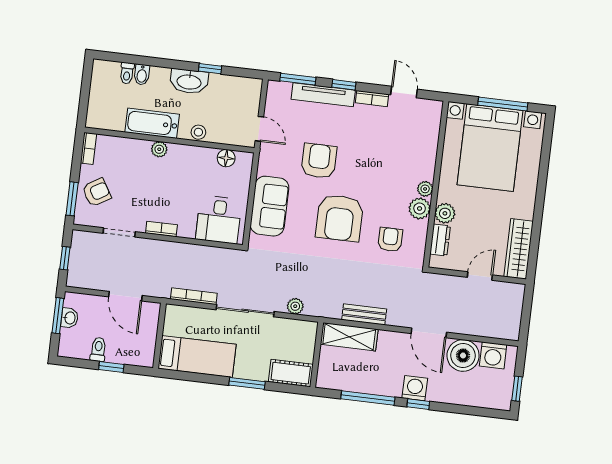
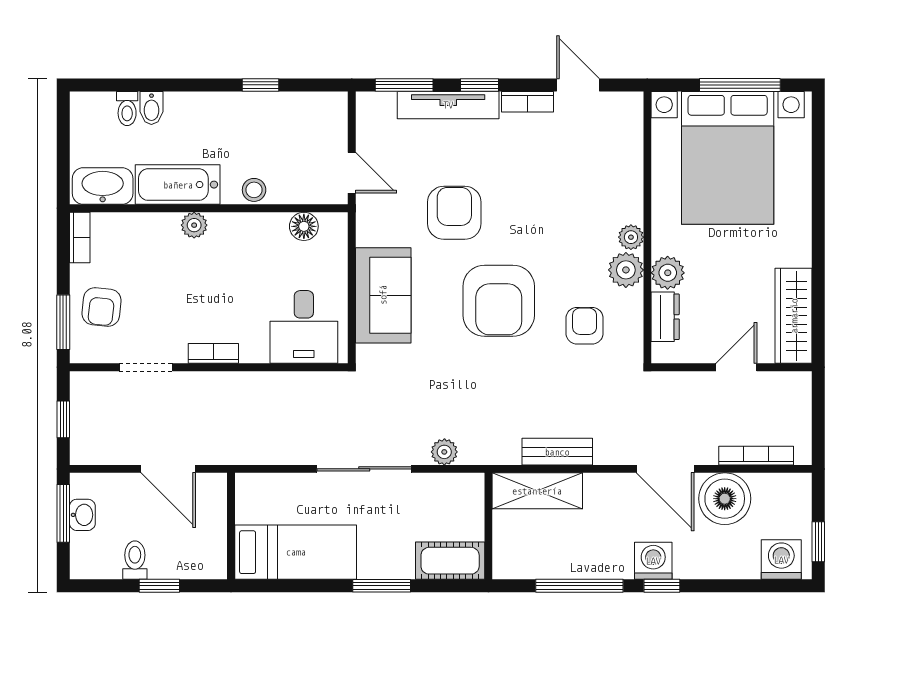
washbasin: (189, 81) -> (103, 186), moved, turned 180
armchair: (97, 192) -> (101, 307), turned 127
bookcase: (194, 296) -> (756, 456), moved
washing machine: (493, 355) -> (781, 560), moved, turned 180

